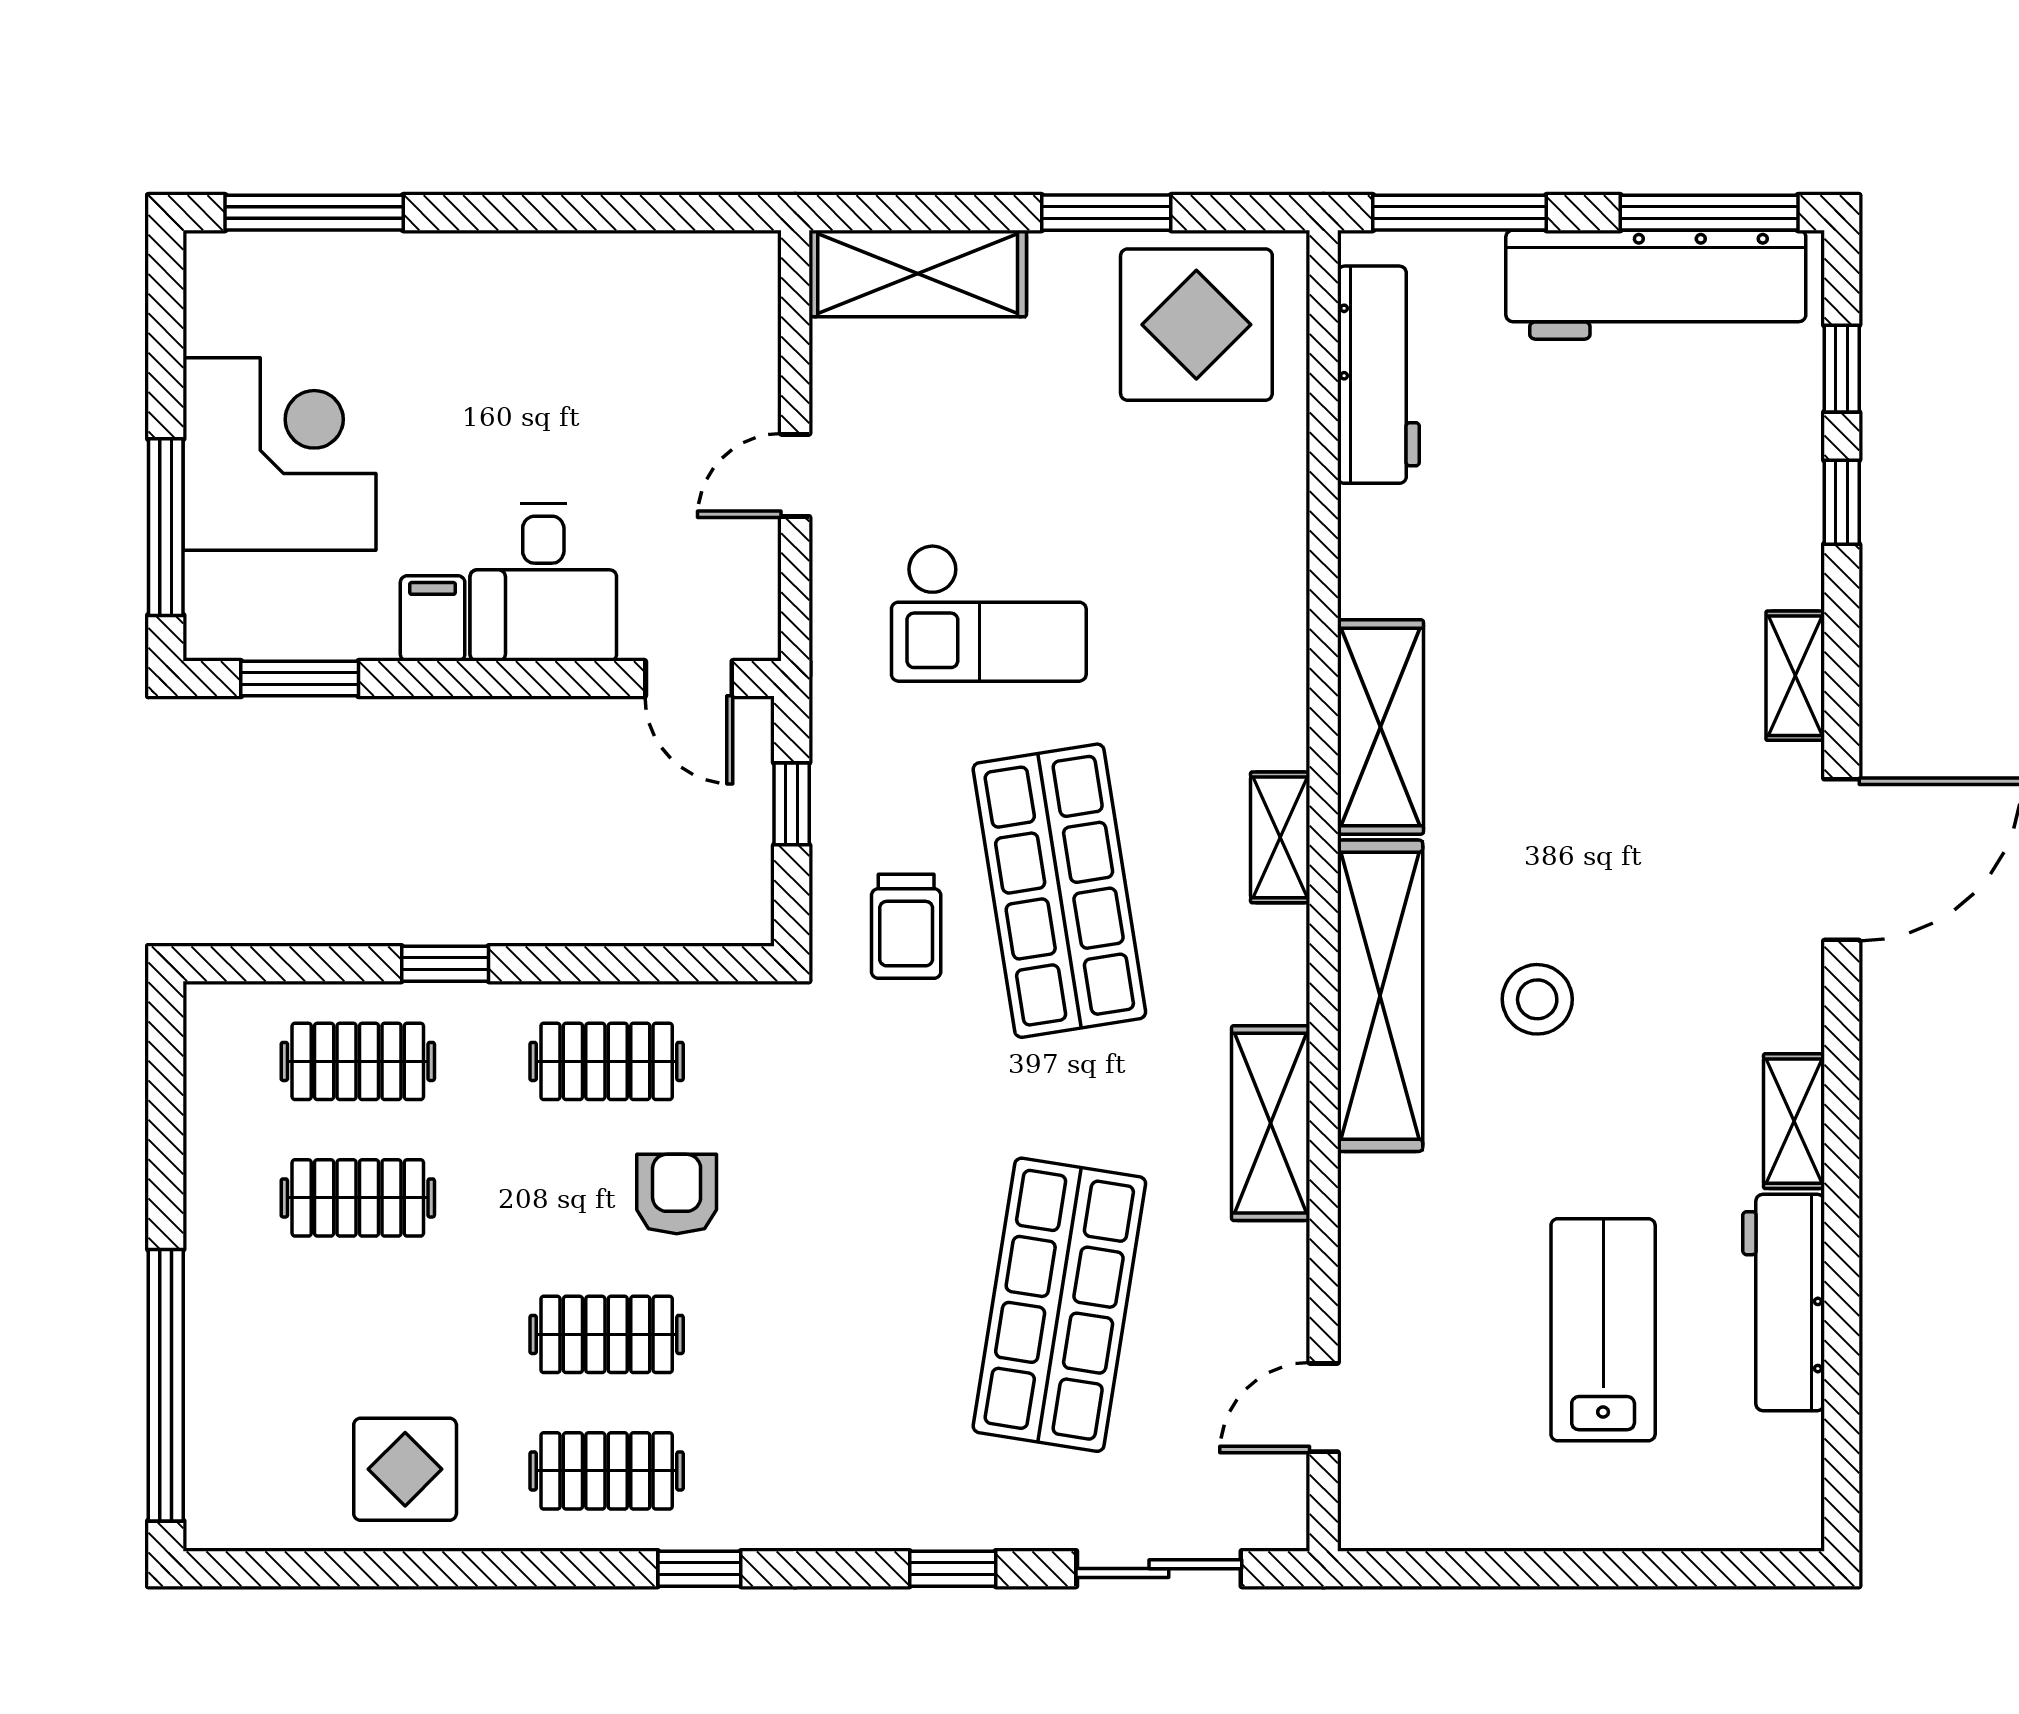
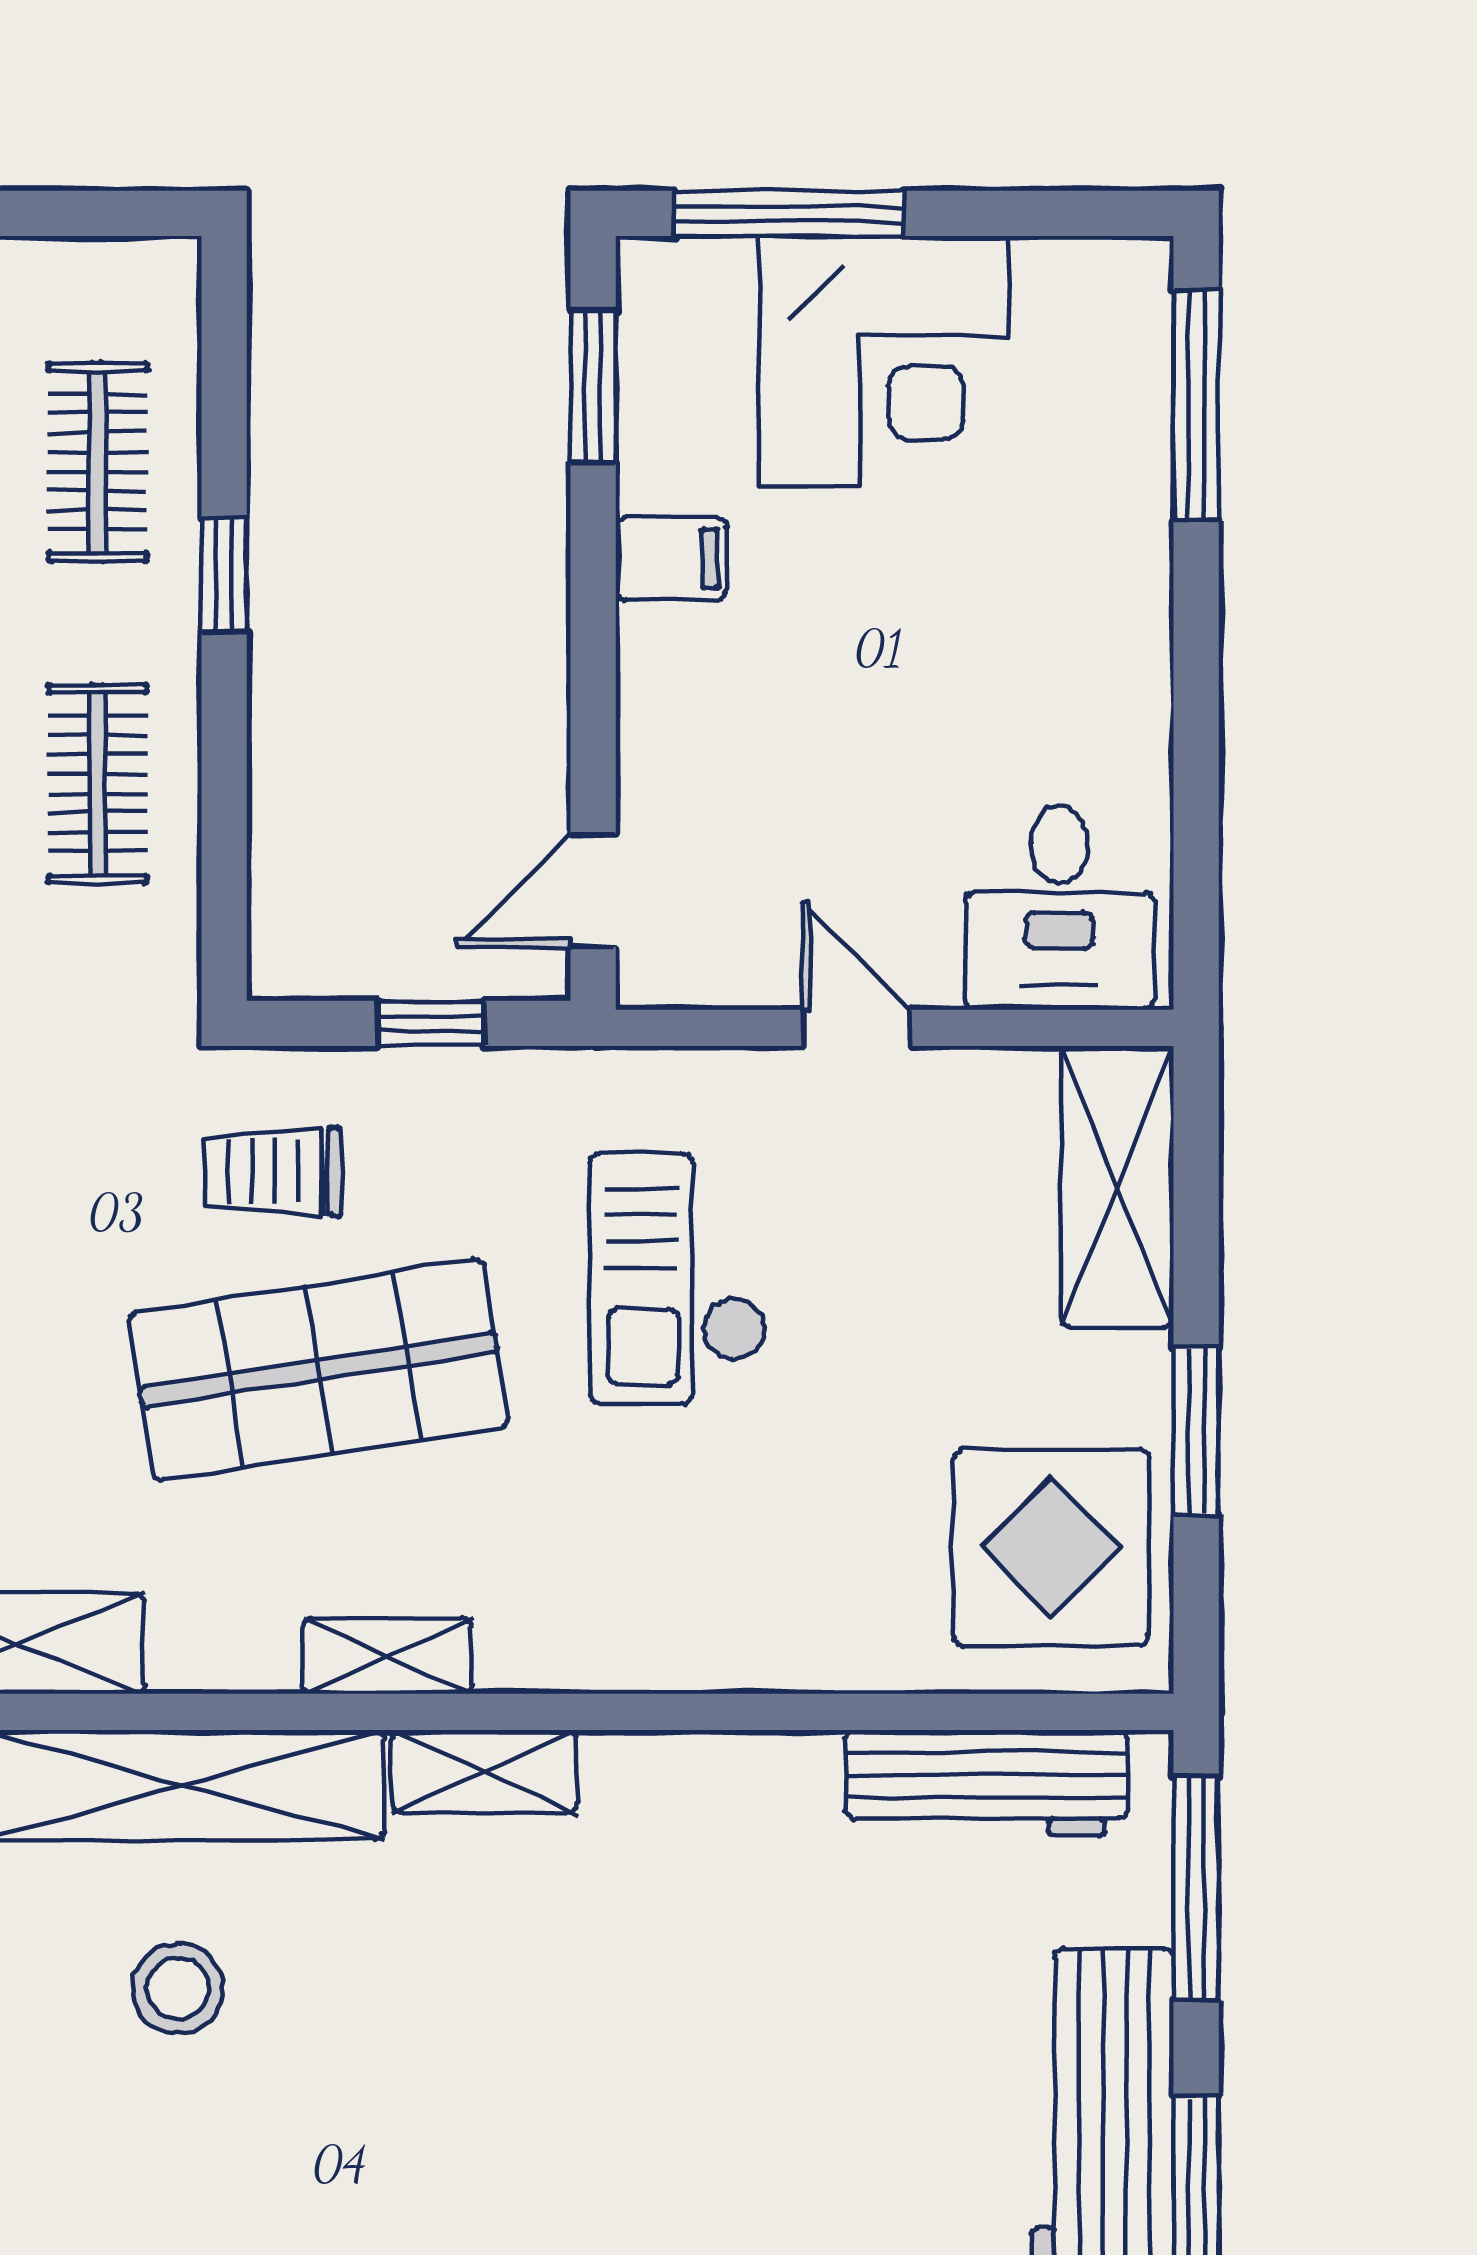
desk: (543, 582) -> (1059, 908), moved, turned -90
shelving: (1380, 727) -> (484, 1772), width x0.67, depth x0.75

